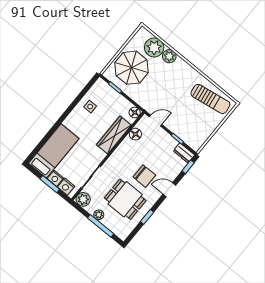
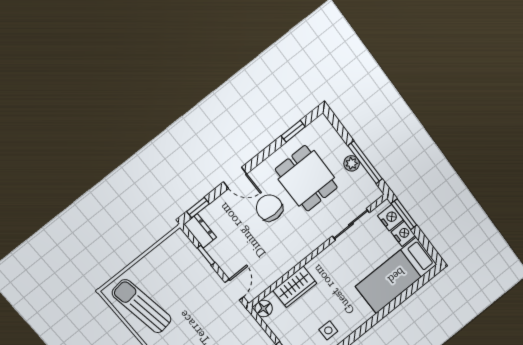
door: (156, 121) -> (234, 290), swing flipped
floor lamp: (135, 134) -> (269, 275), removed
wardrobe: (114, 135) -> (295, 287), width x0.67
window: (50, 184) -> (404, 214), moved
plant: (83, 199) -> (370, 193), removed
window: (147, 217) -> (293, 131), moved
window: (101, 226) -> (365, 162), moved

